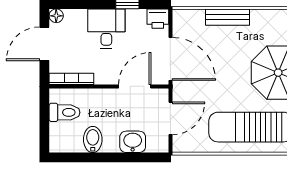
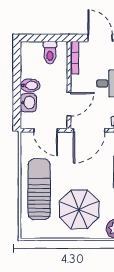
door: (135, 86) -> (69, 104), hinge flipped
bidet: (93, 139) -> (30, 85), moved

